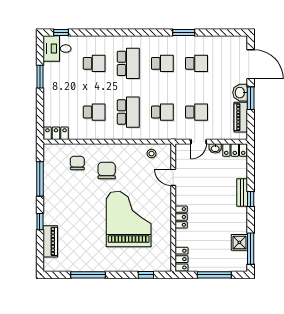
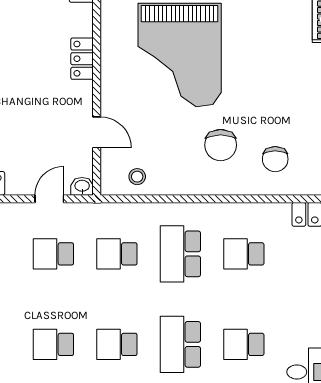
washbasin: (215, 148) -> (82, 186), moved

